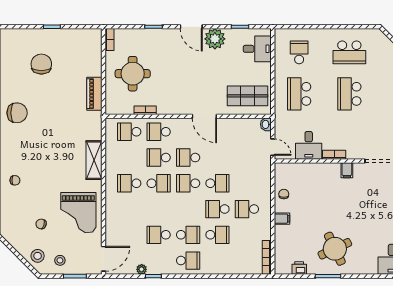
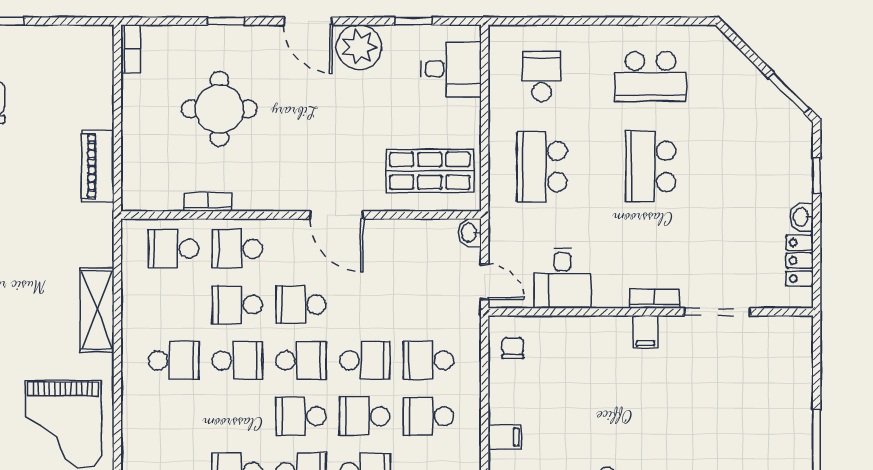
round table: (133, 74) -> (219, 109), moved
bookcase: (334, 155) -> (655, 299), moved
school desk: (129, 183) -> (174, 360), turned 180
school desk: (188, 183) -> (301, 360), turned 180
school desk: (247, 183) -> (429, 360), added
chair: (284, 194) -> (513, 348), moved
school desk: (188, 209) -> (301, 416), added

